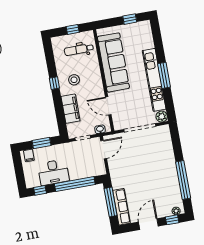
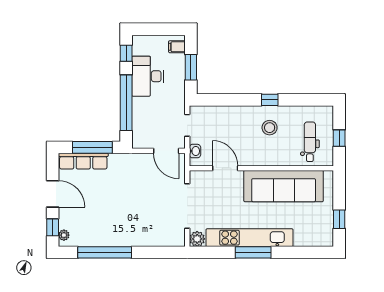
door: (108, 106) -> (225, 168), hinge flipped
filing cabinet: (71, 109) -> (231, 116), removed

